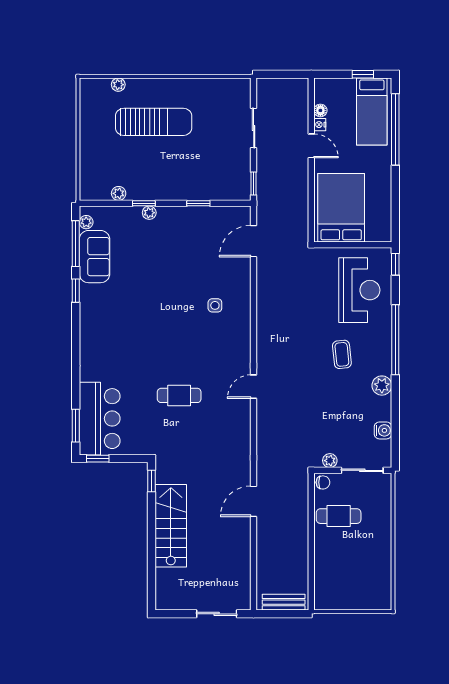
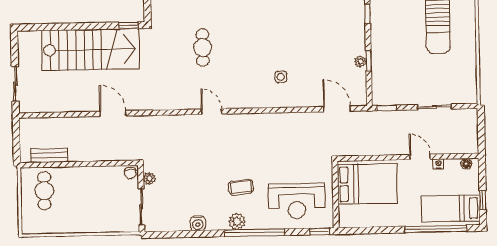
floor lamp: (320, 110) -> (466, 164), moved
door: (311, 146) -> (420, 157), swing flipped
plant: (149, 213) -> (360, 61), moved
plant: (382, 386) -> (237, 222), moved
water cooler: (383, 430) -> (198, 223), moved
cafe table: (339, 516) -> (44, 191), moved
stairs: (171, 526) -> (90, 50), width x1.36, depth x1.51
bench: (284, 602) -> (49, 155), moved, turned 90

